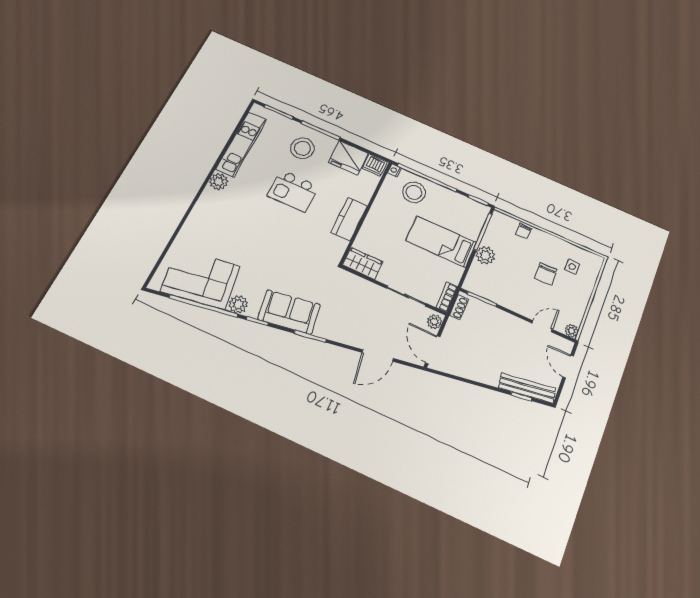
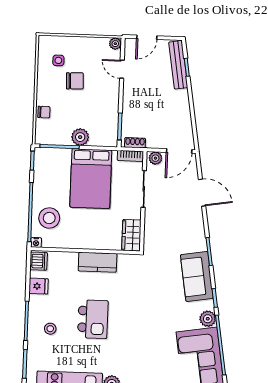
stool: (302, 148) -> (50, 329), width x0.53, depth x0.53
fridge: (348, 158) -> (39, 286), width x0.53, depth x0.75
bed: (441, 242) -> (91, 179), width x1.50

